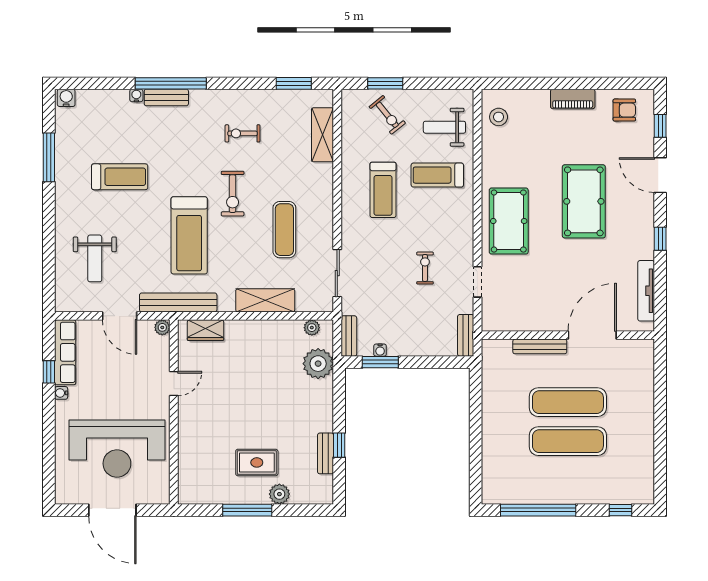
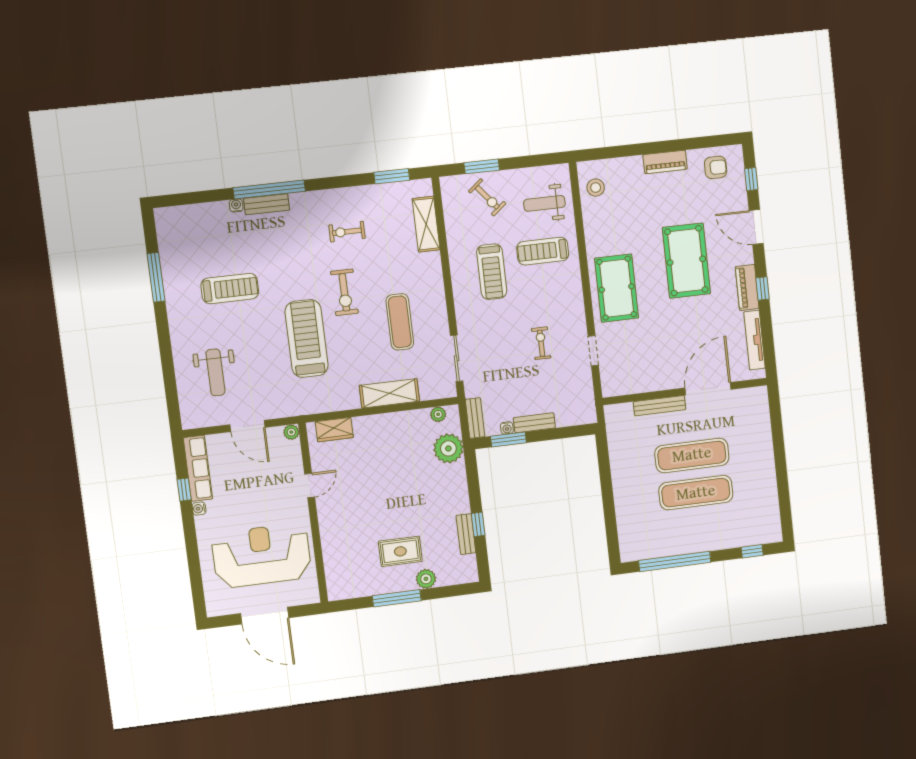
water cooler: (66, 98) -> (166, 216), removed
treadmill: (189, 235) -> (307, 339), turned 180
piano: (644, 236) -> (747, 287), added
bench: (178, 302) -> (304, 406), removed
bench: (466, 335) -> (534, 423), moved, turned 90
reception desk: (117, 449) -> (262, 556), turned 180

